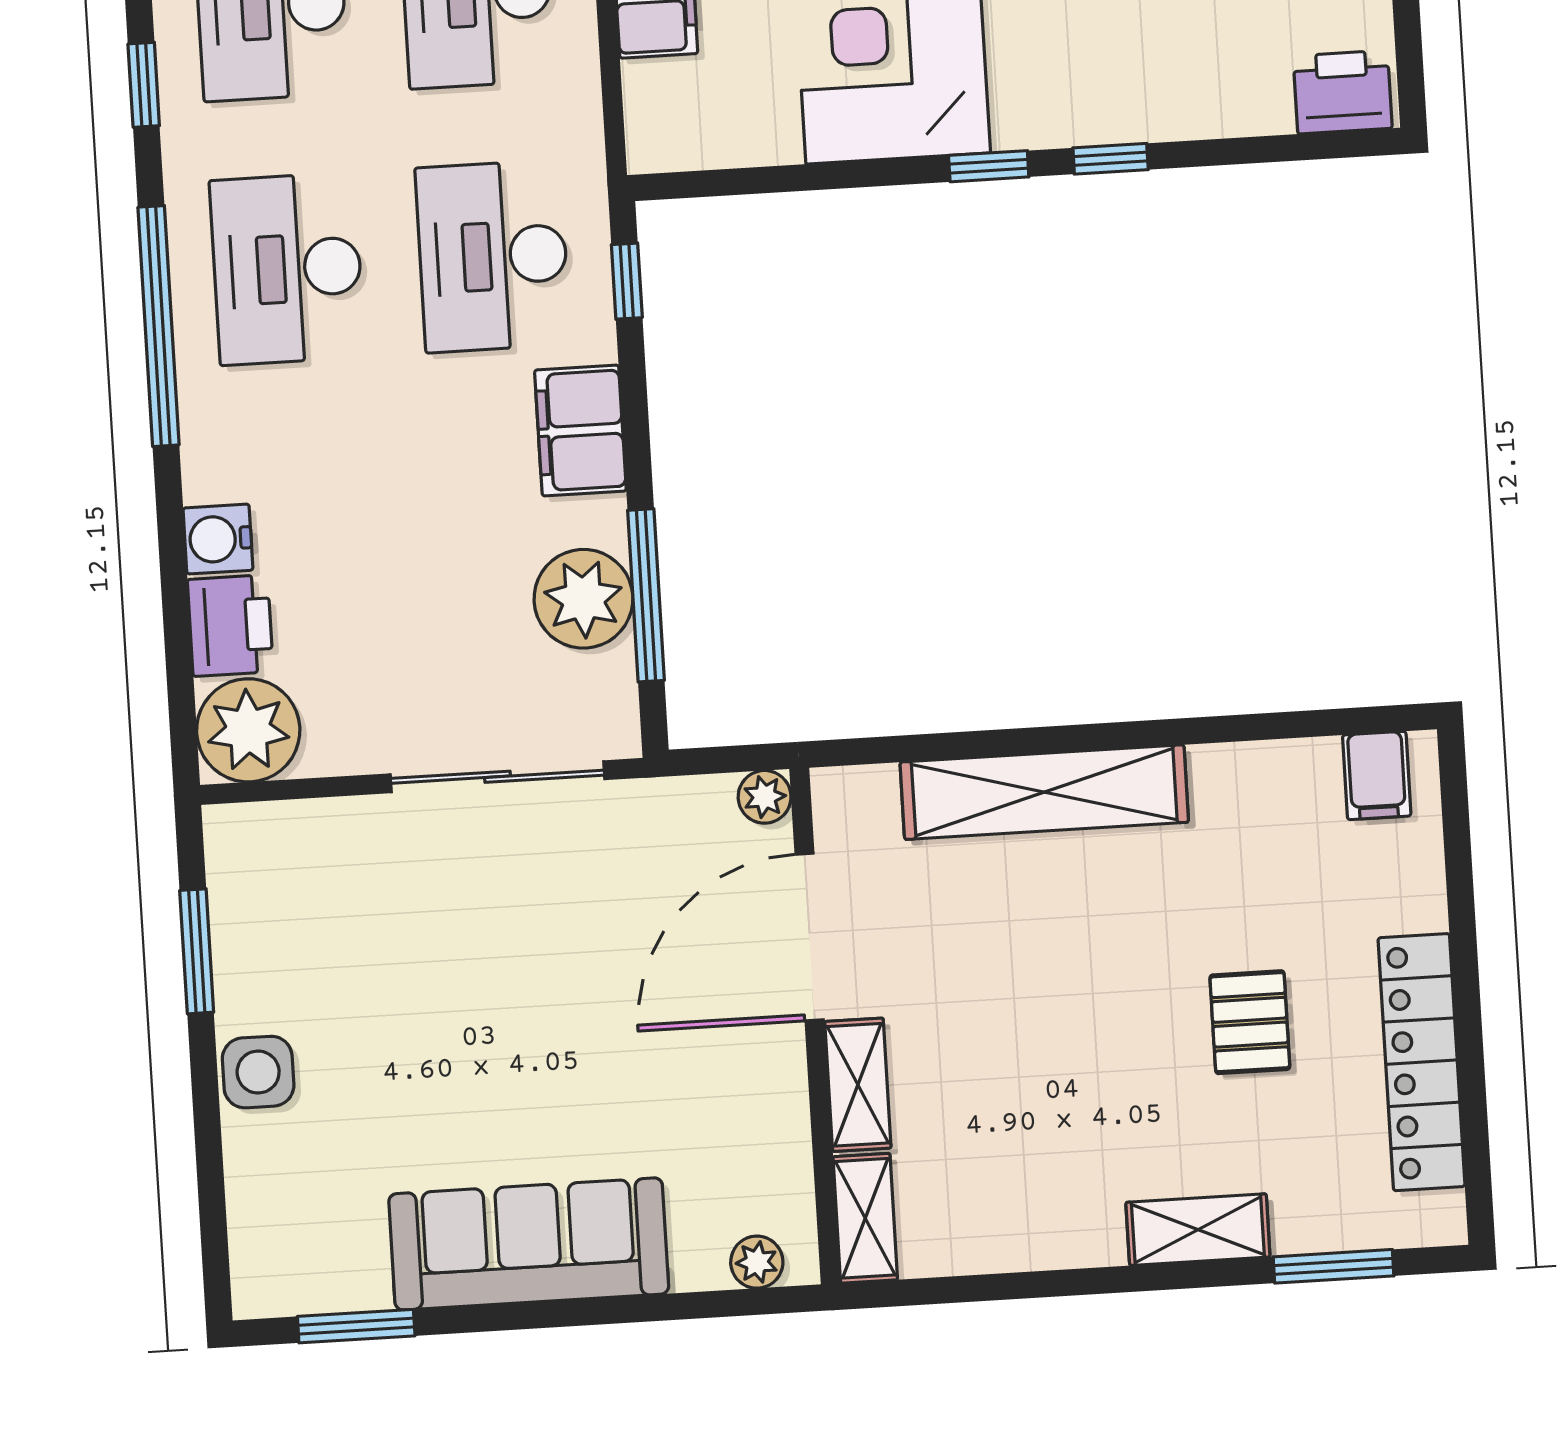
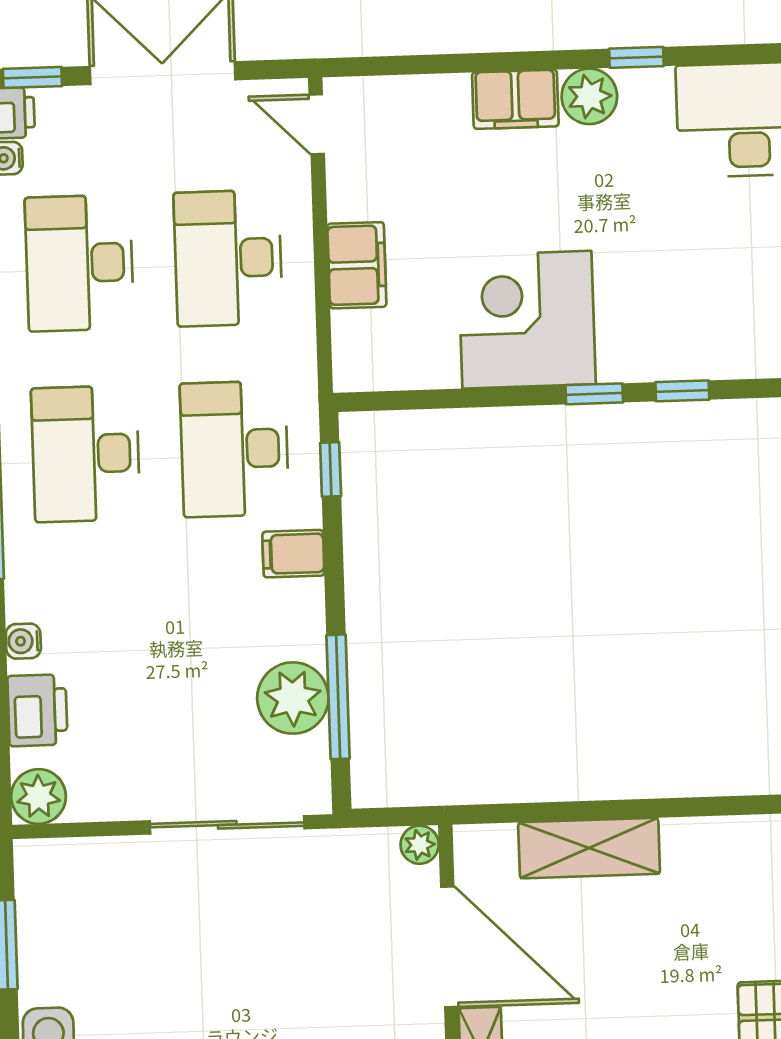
filing cabinet: (580, 431) -> (293, 554), width x0.50
water cooler: (218, 539) -> (23, 641), width x0.72, depth x0.72
plant: (248, 730) -> (39, 797), width x0.73, depth x0.73
shelving: (1044, 792) -> (589, 848), width x0.68
door: (810, 937) -> (449, 947), swing flipped

